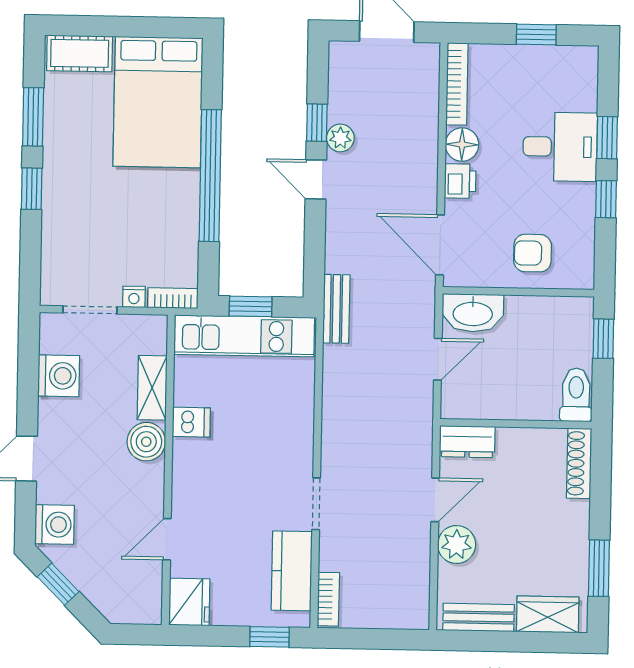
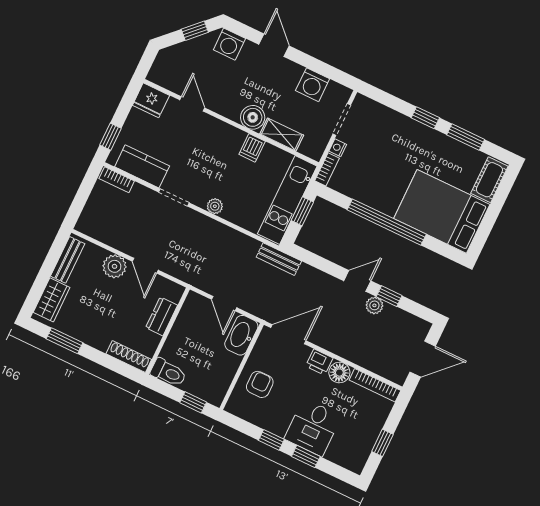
plant: (302, 438) -> (215, 206), added
dresser: (467, 442) -> (162, 316), moved

